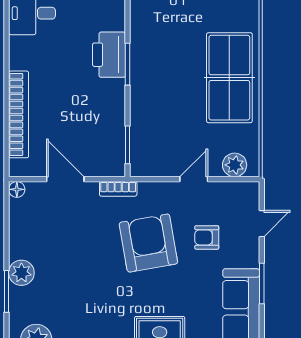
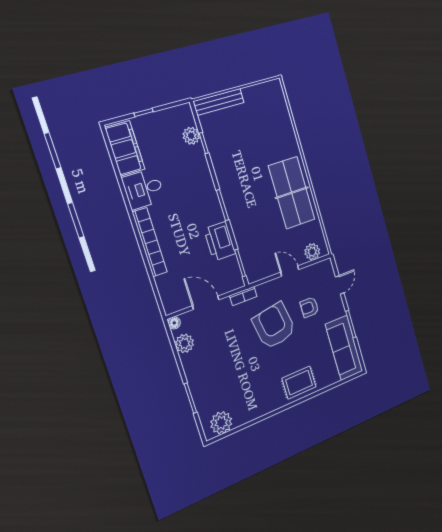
printer: (109, 55) -> (220, 241), moved
bookcase: (19, 114) -> (150, 242), moved
door: (194, 179) -> (290, 271), hinge flipped
plant: (21, 273) -> (184, 343), moved

